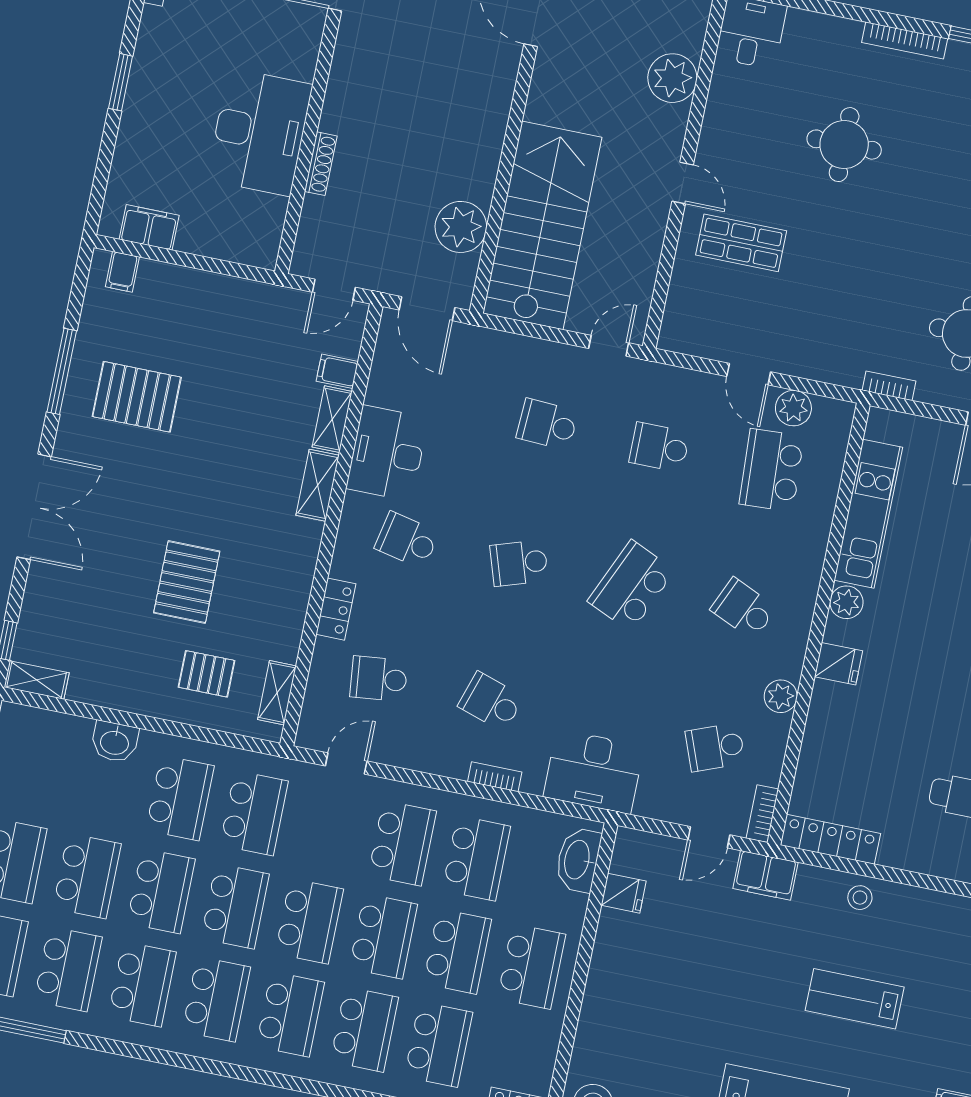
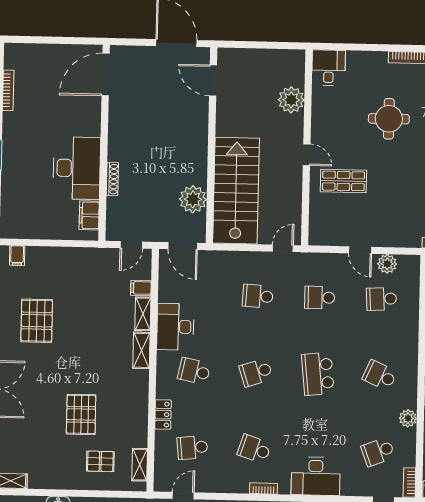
filing cabinet: (149, 227) -> (89, 215), moved, turned -90
pallet: (137, 397) -> (37, 321), turned 90
school desk: (772, 470) -> (381, 299), width x0.54
school desk: (631, 586) -> (318, 374), turned -30

